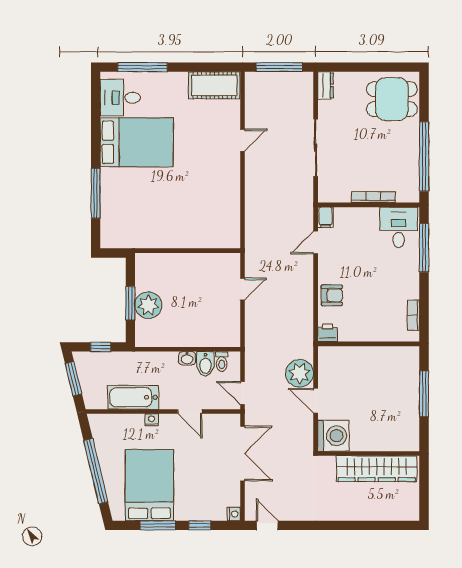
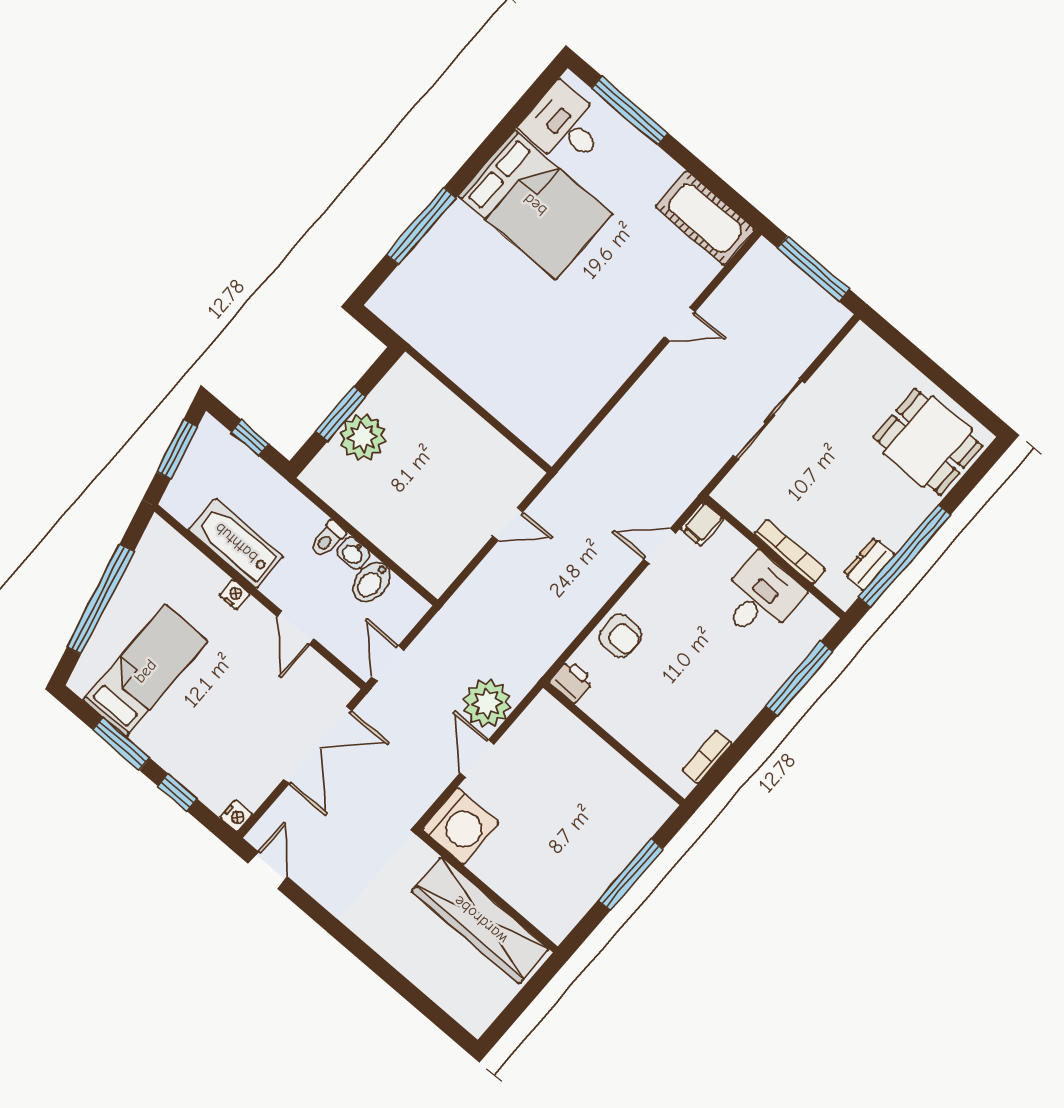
dresser: (326, 85) -> (869, 564), moved, turned 180
desk: (399, 227) -> (760, 597), moved
toilet: (222, 362) -> (328, 539), moved
bed: (149, 485) -> (145, 671), width x0.67

